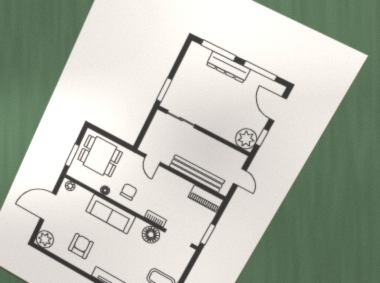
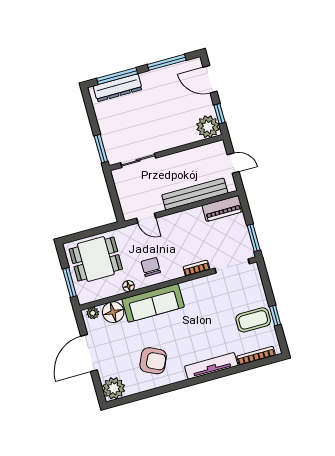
dresser: (228, 67) -> (118, 88), moved
floor lamp: (151, 235) -> (113, 312), moved
armchair: (81, 246) -> (153, 361), turned 115

